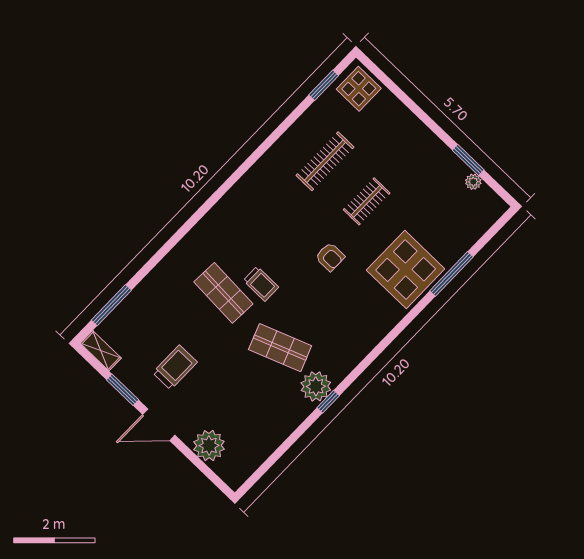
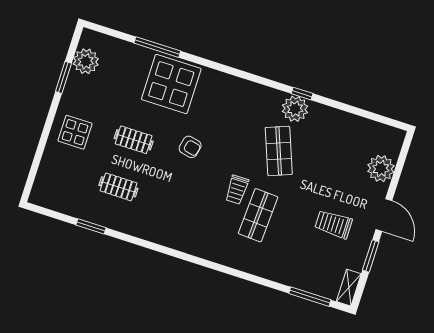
window: (324, 85) -> (91, 226), moved
display table: (359, 89) -> (75, 132), moved
clothes rail: (325, 161) -> (118, 187), width x0.73
plant: (473, 182) -> (86, 61), width x1.88, depth x1.88
armchair: (330, 257) -> (190, 147), turned 102
trolley: (261, 284) -> (237, 190), turned 180

